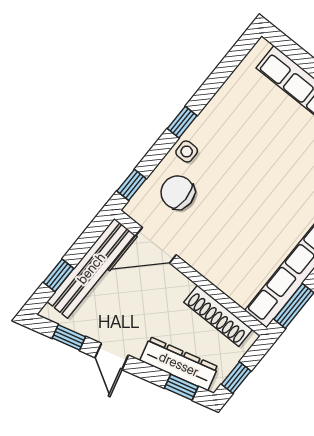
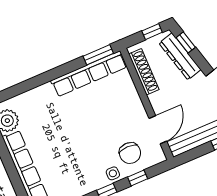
window: (132, 185) -> (138, 178), moved
door: (156, 245) -> (158, 130), hinge flipped

